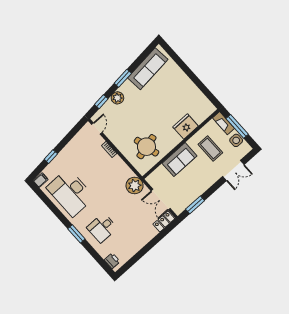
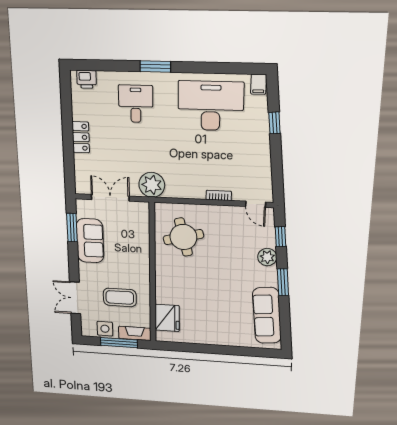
fridge: (186, 126) -> (167, 318), moved
sofa: (179, 160) -> (90, 241), moved, turned 180
locker: (164, 221) -> (81, 137), moved

